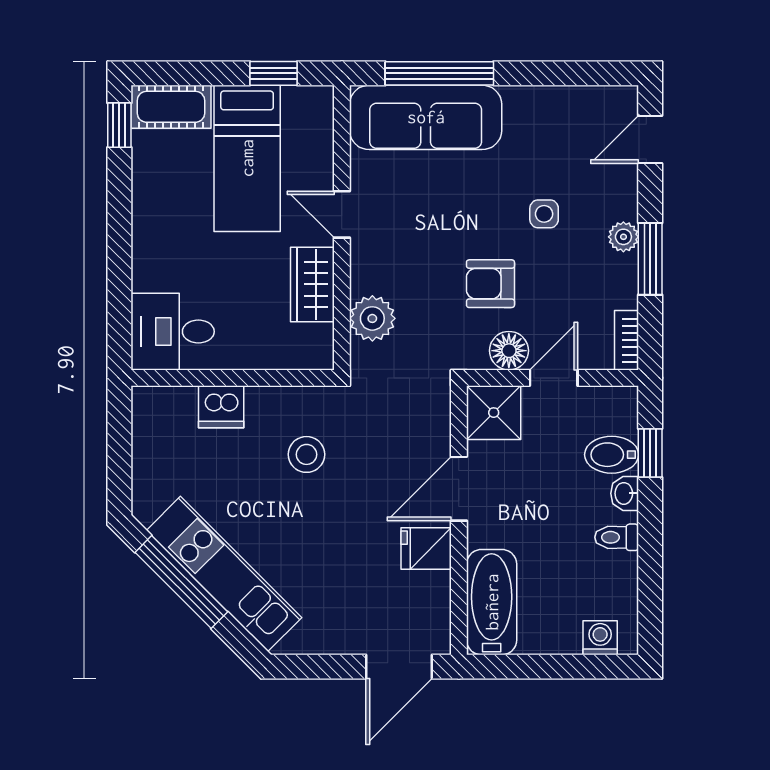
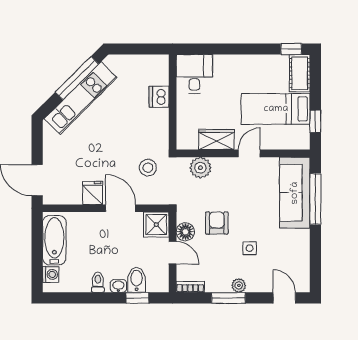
stool: (306, 454) -> (148, 168), moved
bathtub: (492, 602) -> (54, 240), moved, turned -90

